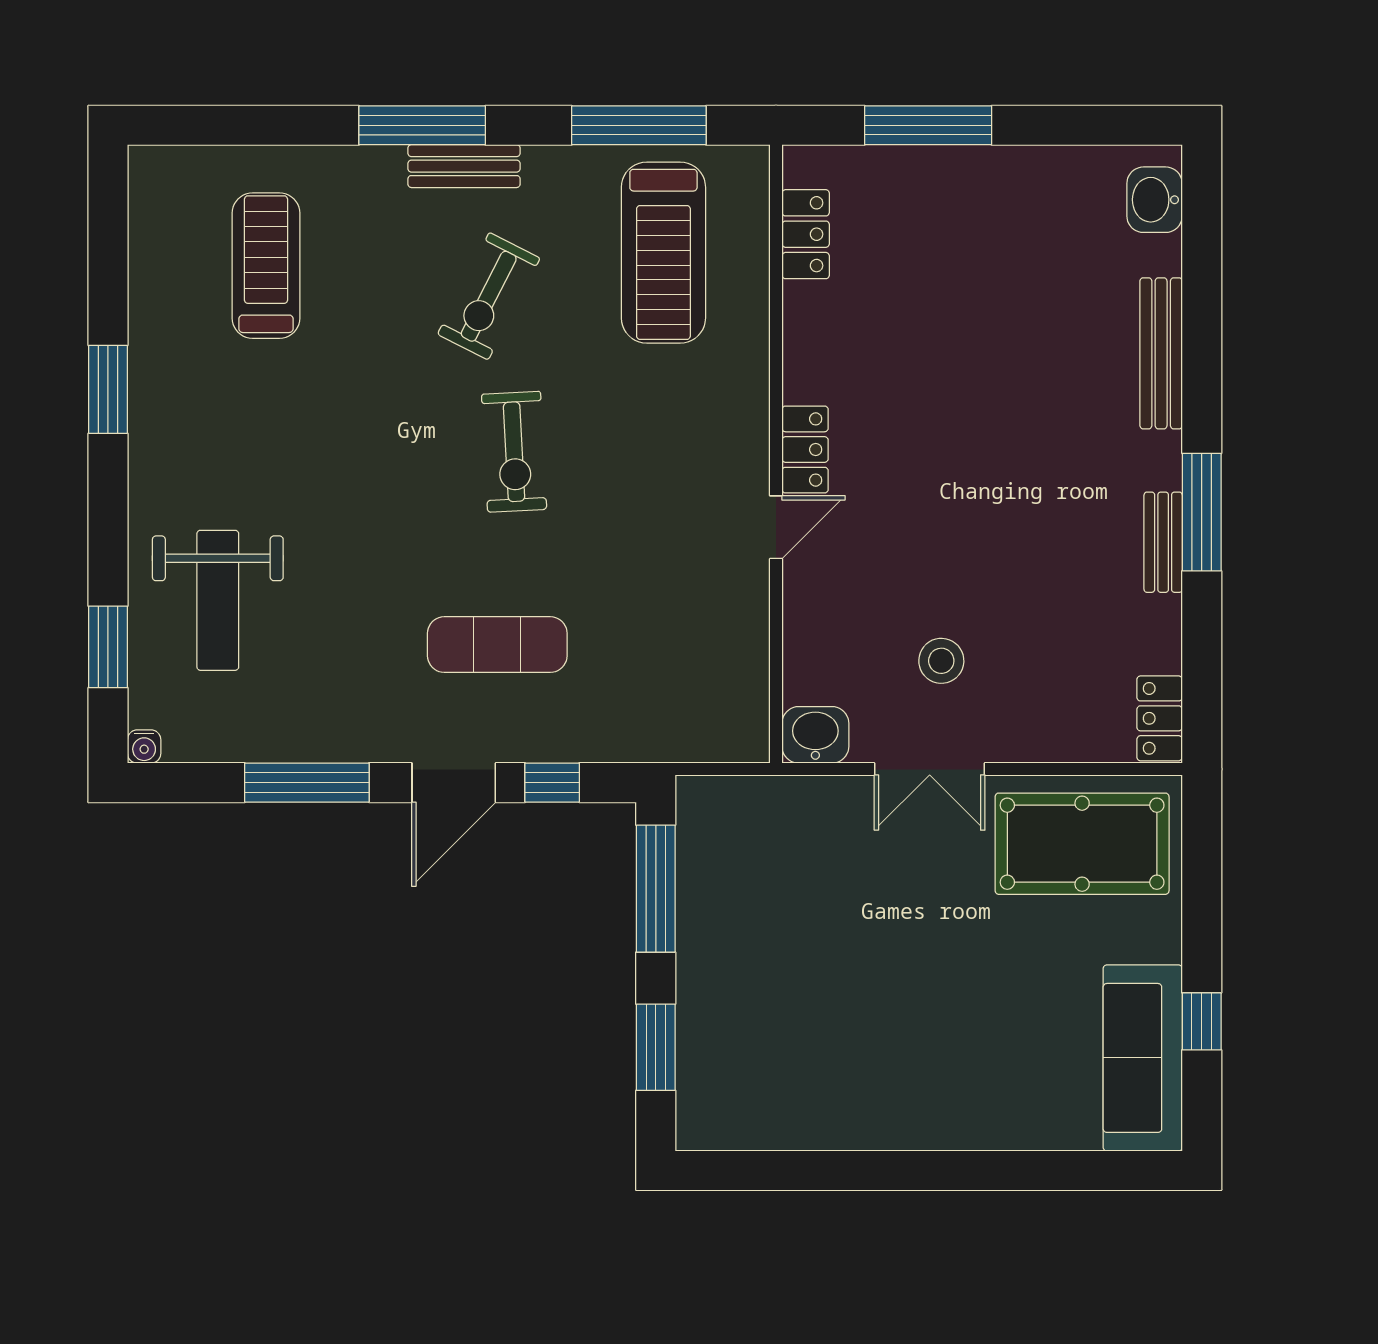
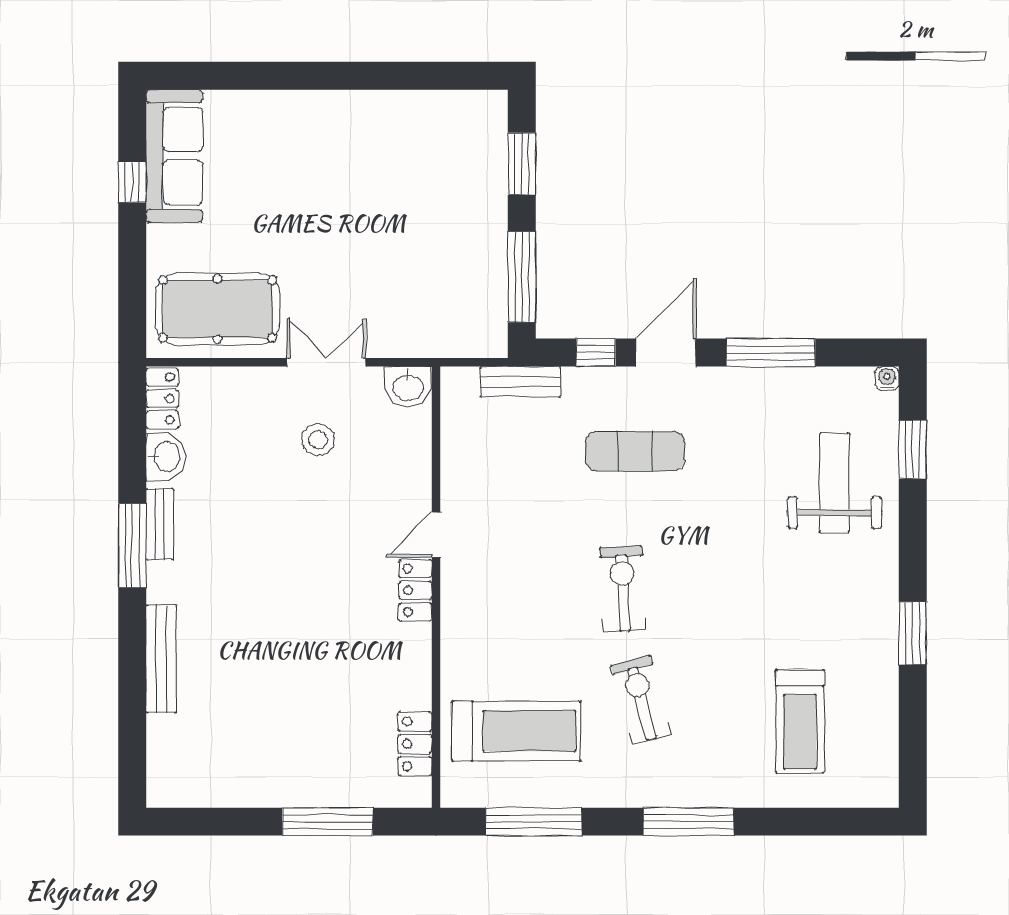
bench: (464, 166) -> (520, 382), moved
washbasin: (1155, 200) -> (166, 457), moved
treadmill: (663, 253) -> (516, 731), turned 90
exercise bike: (489, 296) -> (641, 700), turned -42

